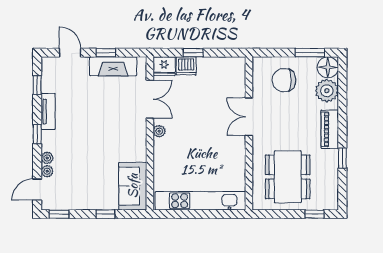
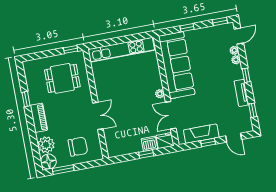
dining table: (288, 177) -> (62, 78), width x0.73
sofa: (133, 186) -> (177, 65), width x1.85, depth x1.27
window: (315, 214) -> (71, 49), moved

